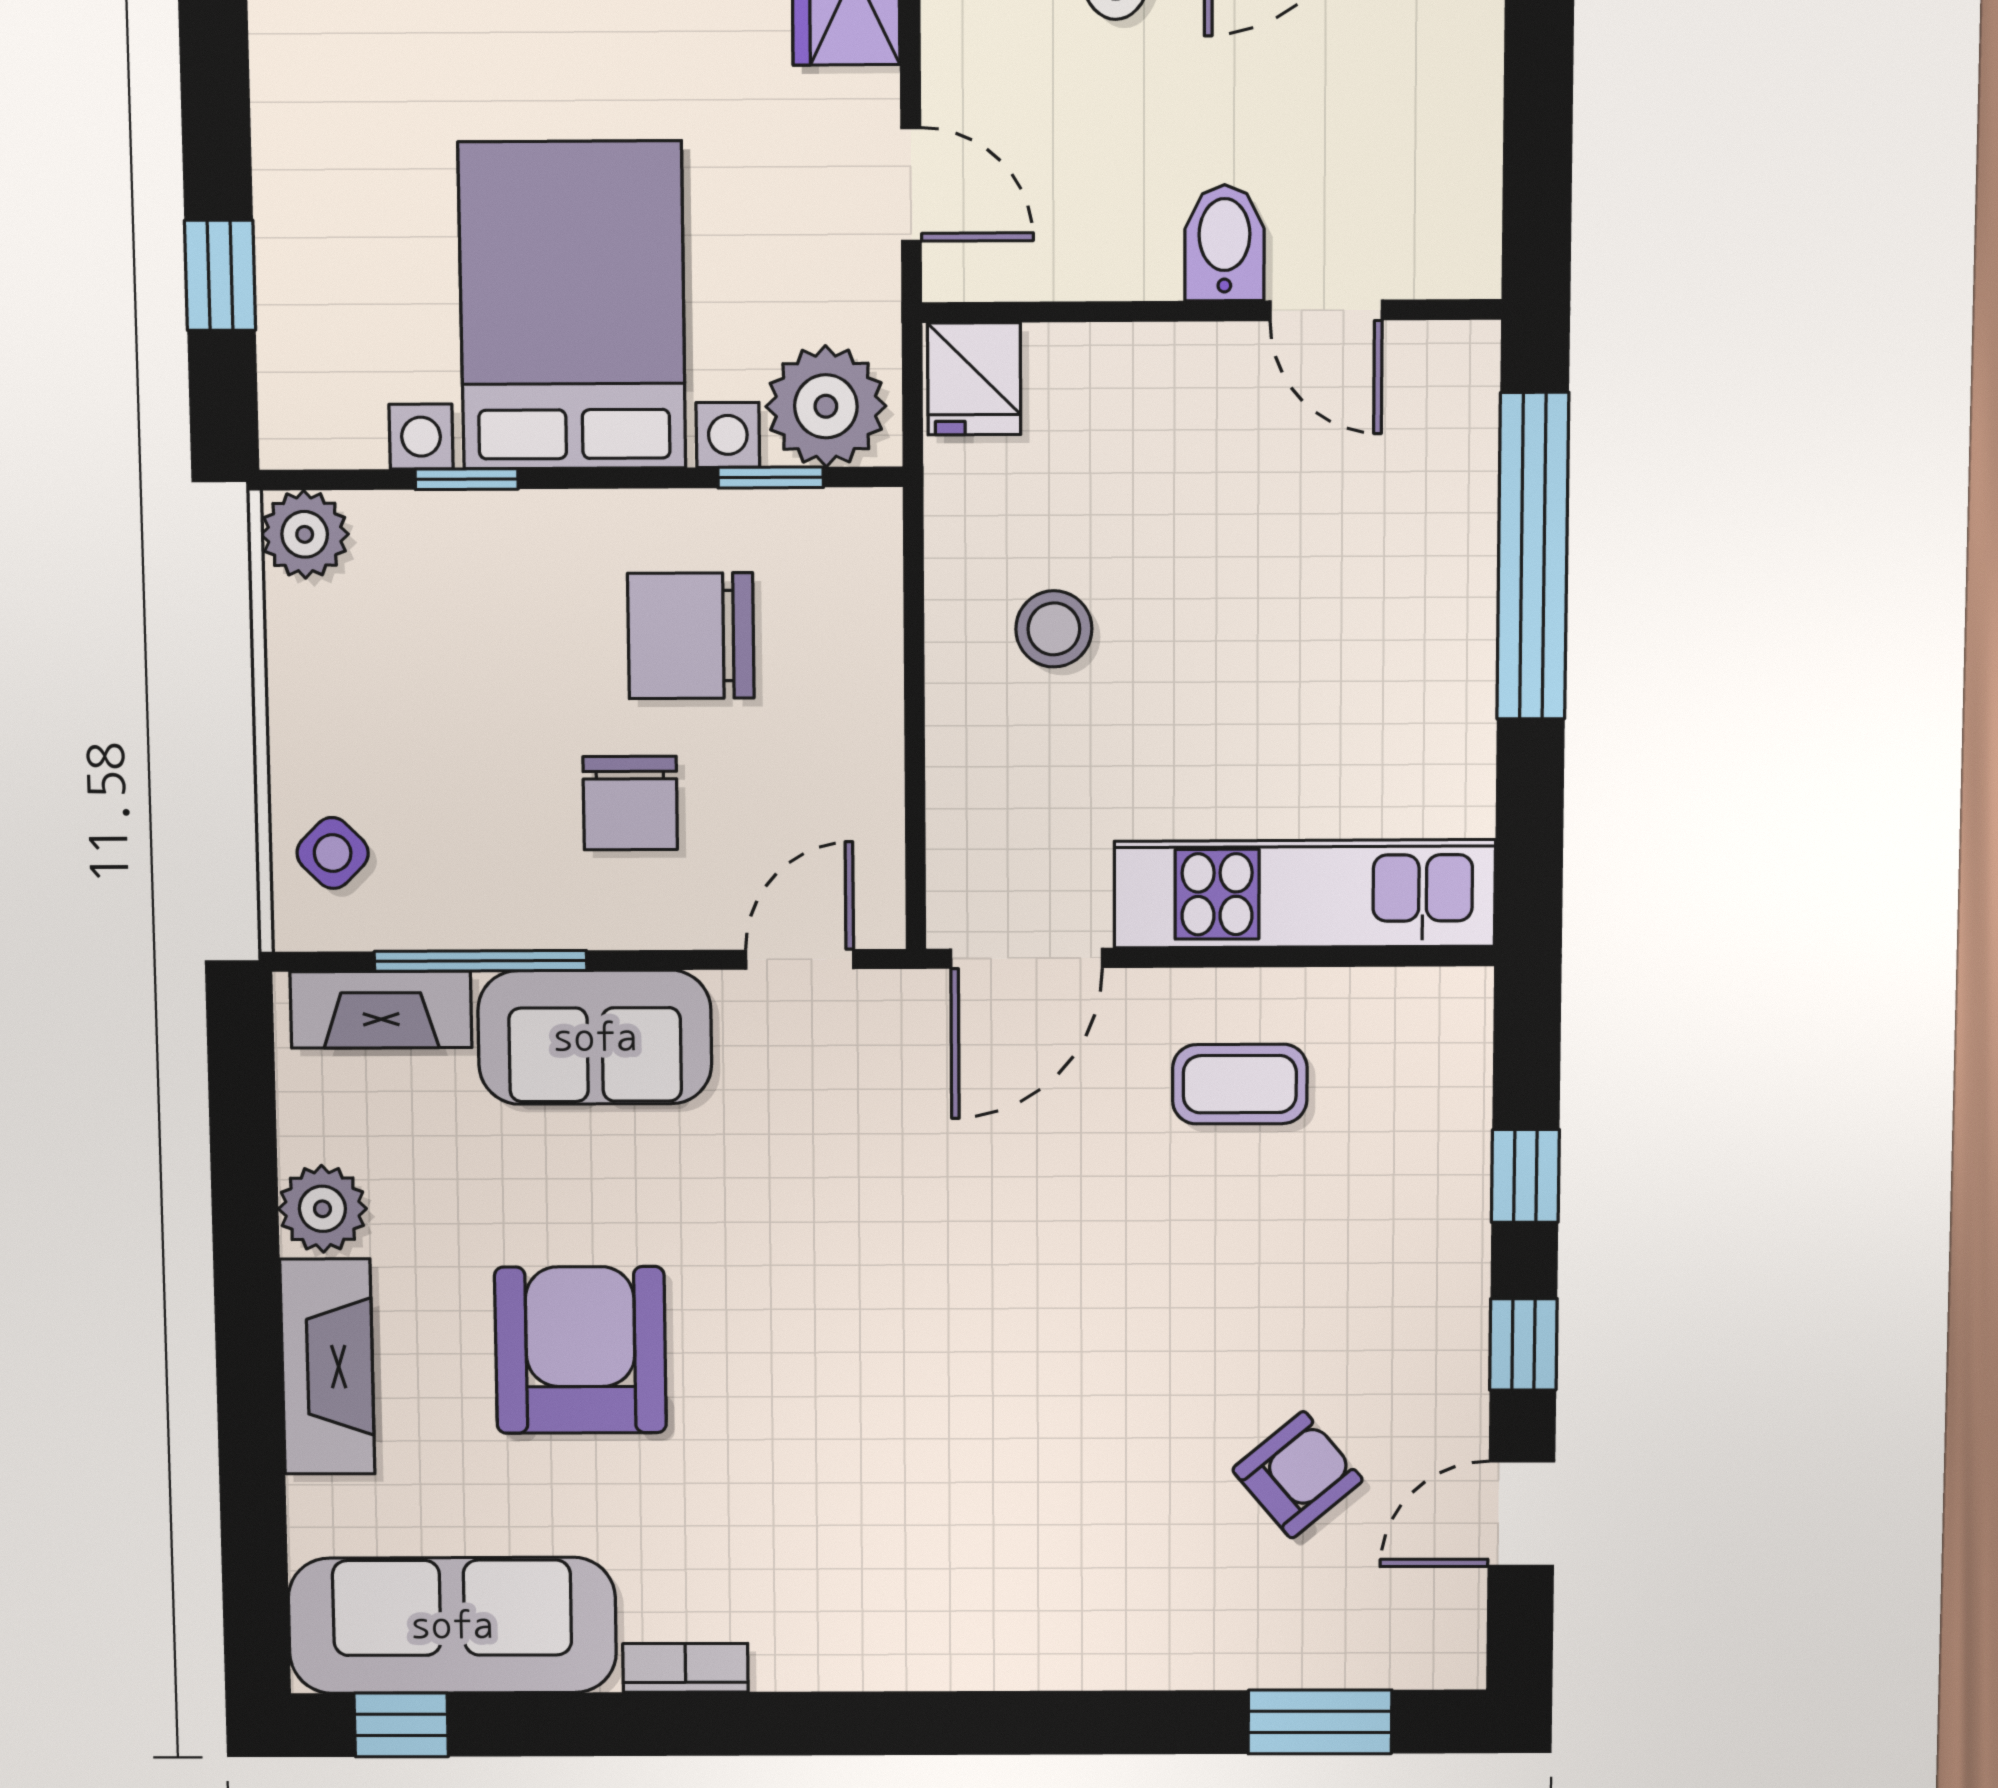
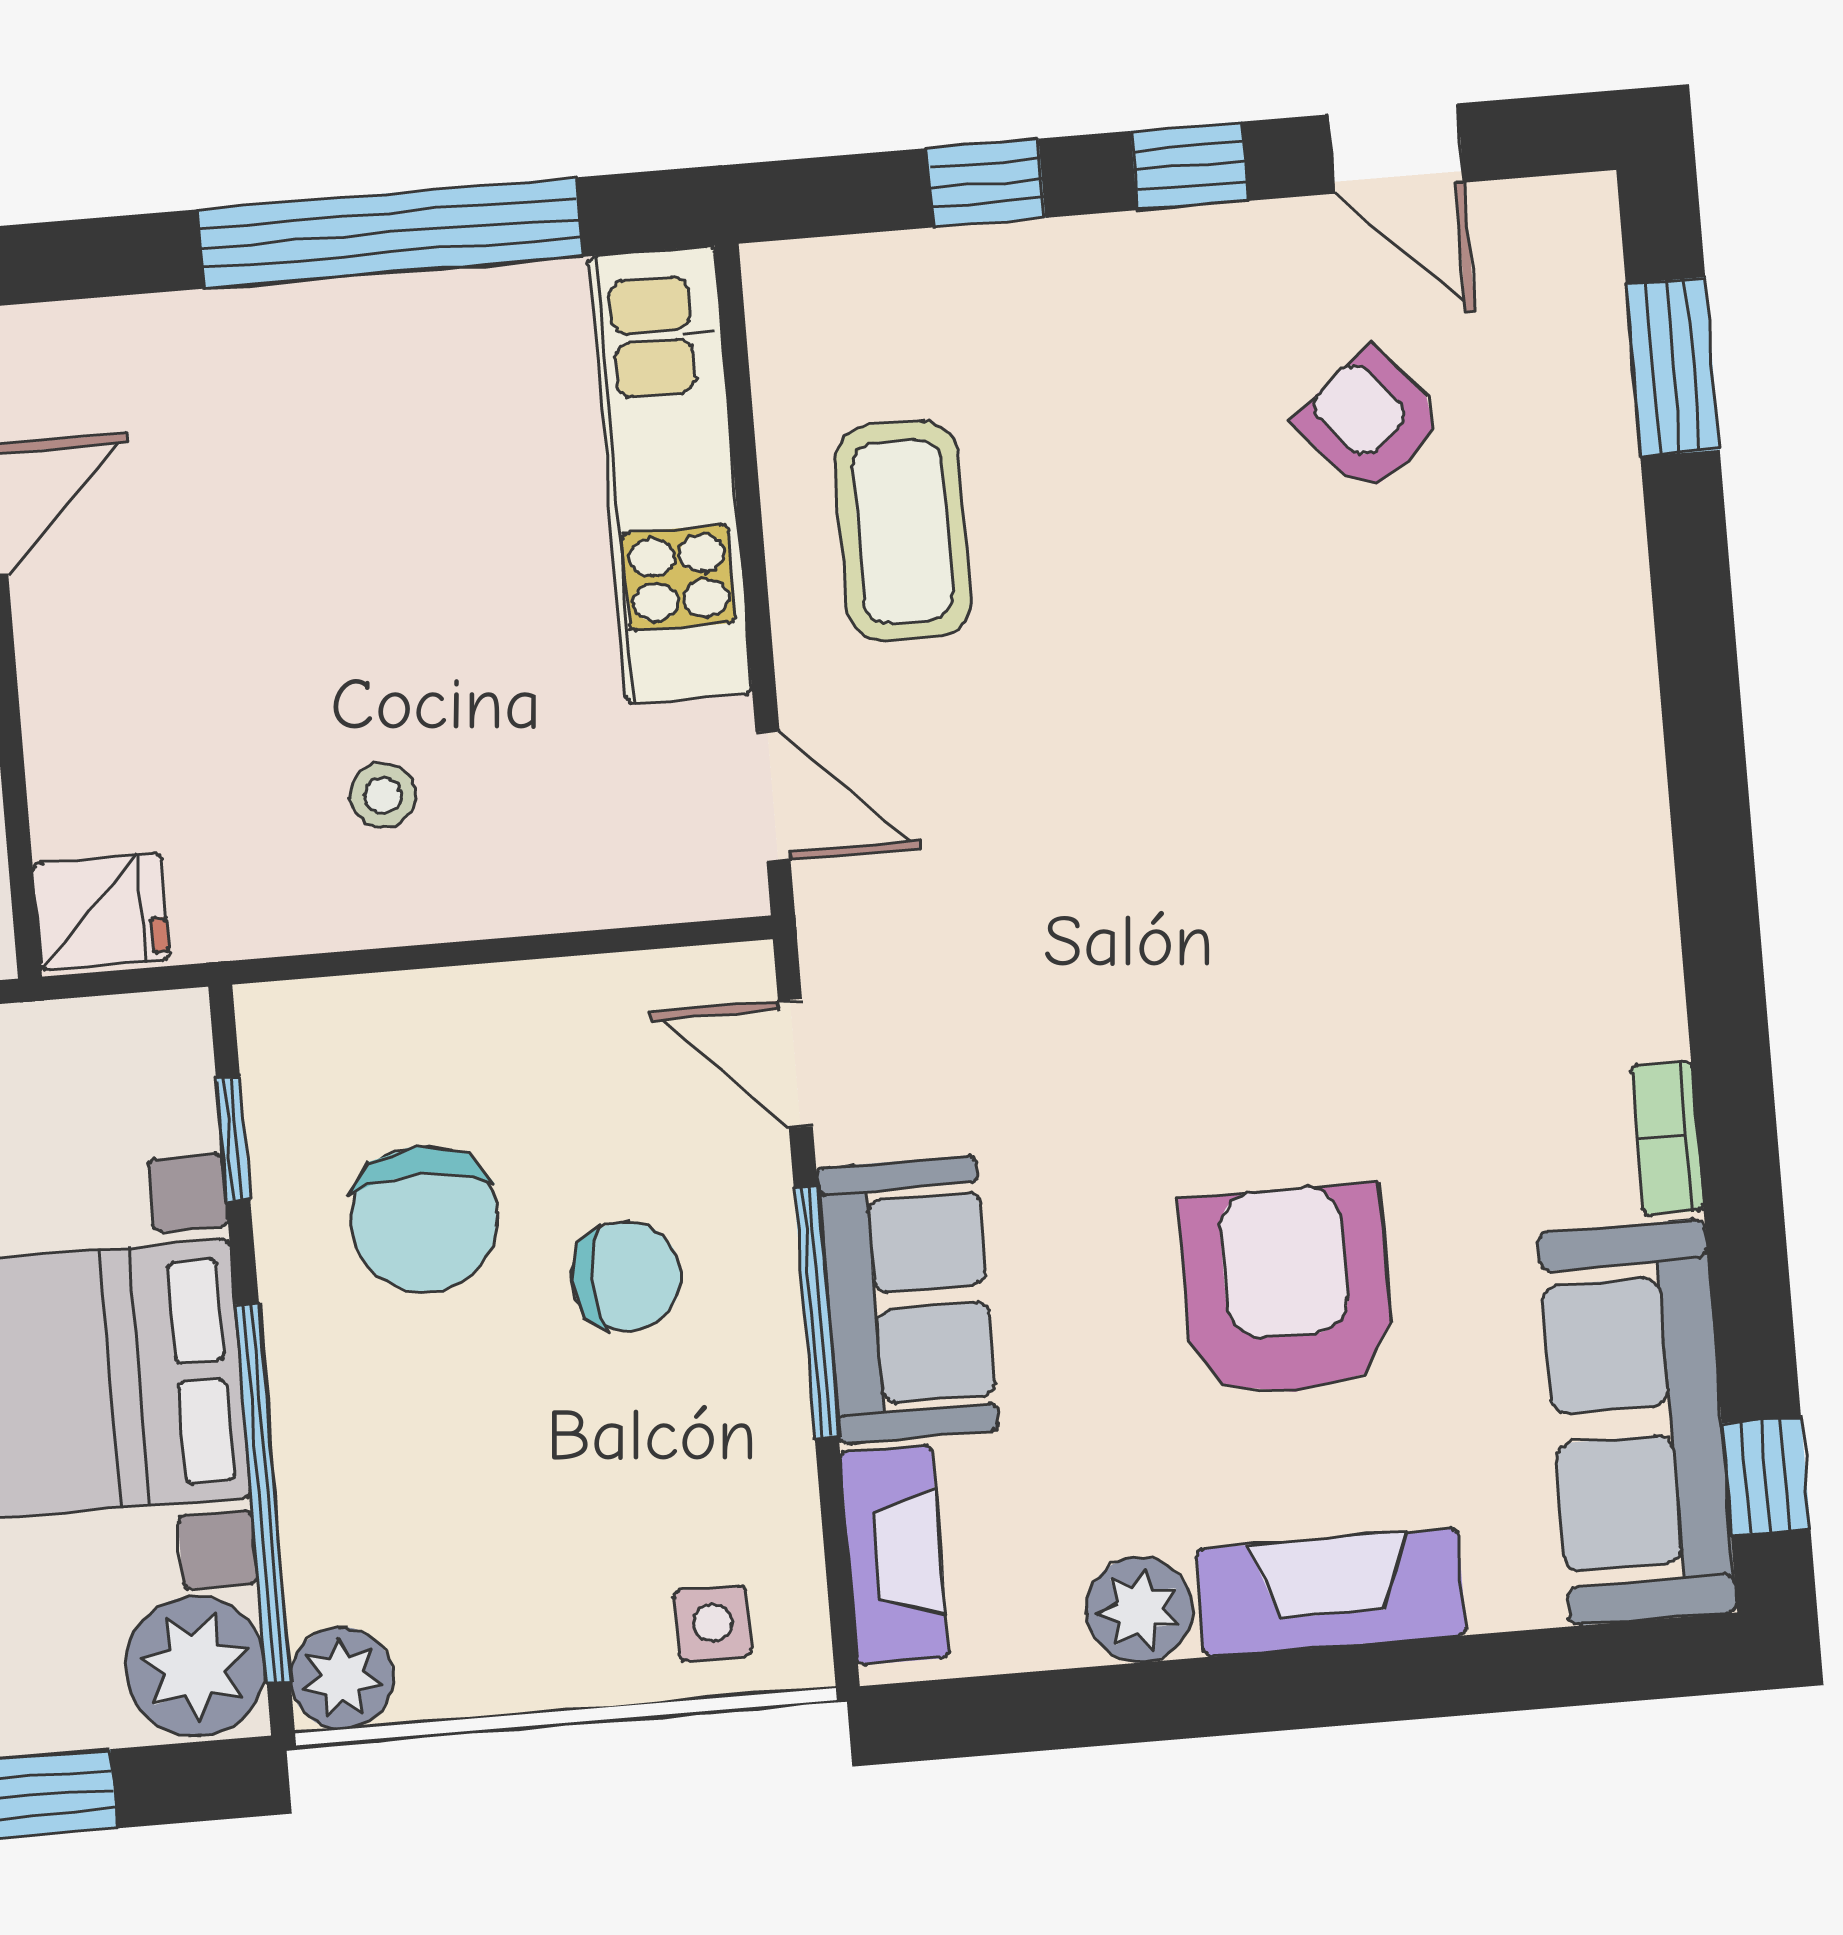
plant: (826, 406) -> (195, 1666), moved
window: (467, 479) -> (263, 1493), width x3.17
window: (1533, 556) -> (390, 233), moved
stool: (1054, 629) -> (383, 795), width x0.73, depth x0.73
side table: (333, 853) -> (713, 1623), turned 45
door: (1027, 958) -> (773, 796), width x0.73
window: (481, 961) -> (816, 1312), moved
coffee table: (1240, 1084) -> (903, 531), width x1.36, depth x1.30
armchair: (580, 1350) -> (1286, 1291), turned 90

